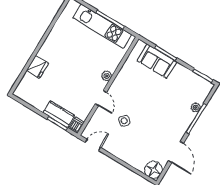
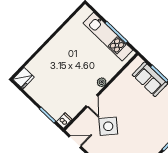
fridge: (37, 67) -> (23, 78), moved
kitchen counter: (59, 114) -> (51, 107), removed
side table: (124, 121) -> (108, 126), width x1.87, depth x1.87

